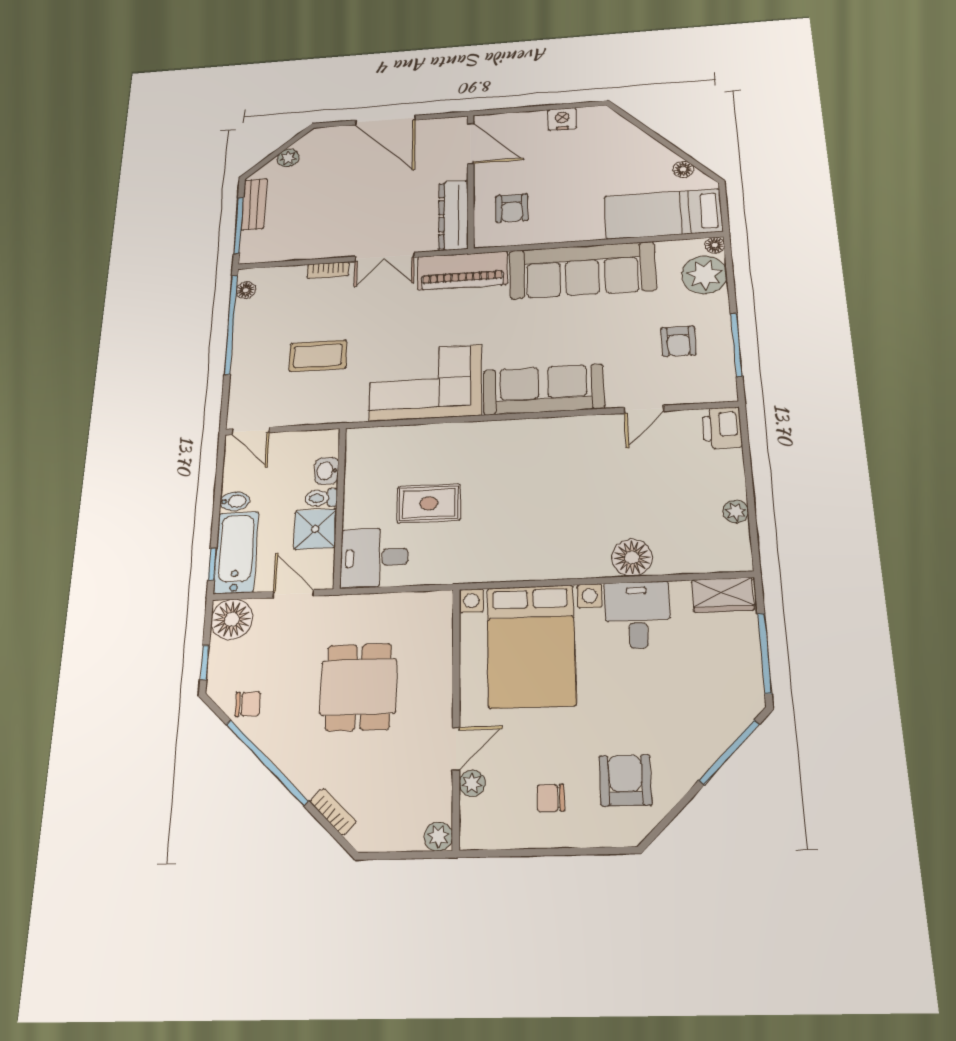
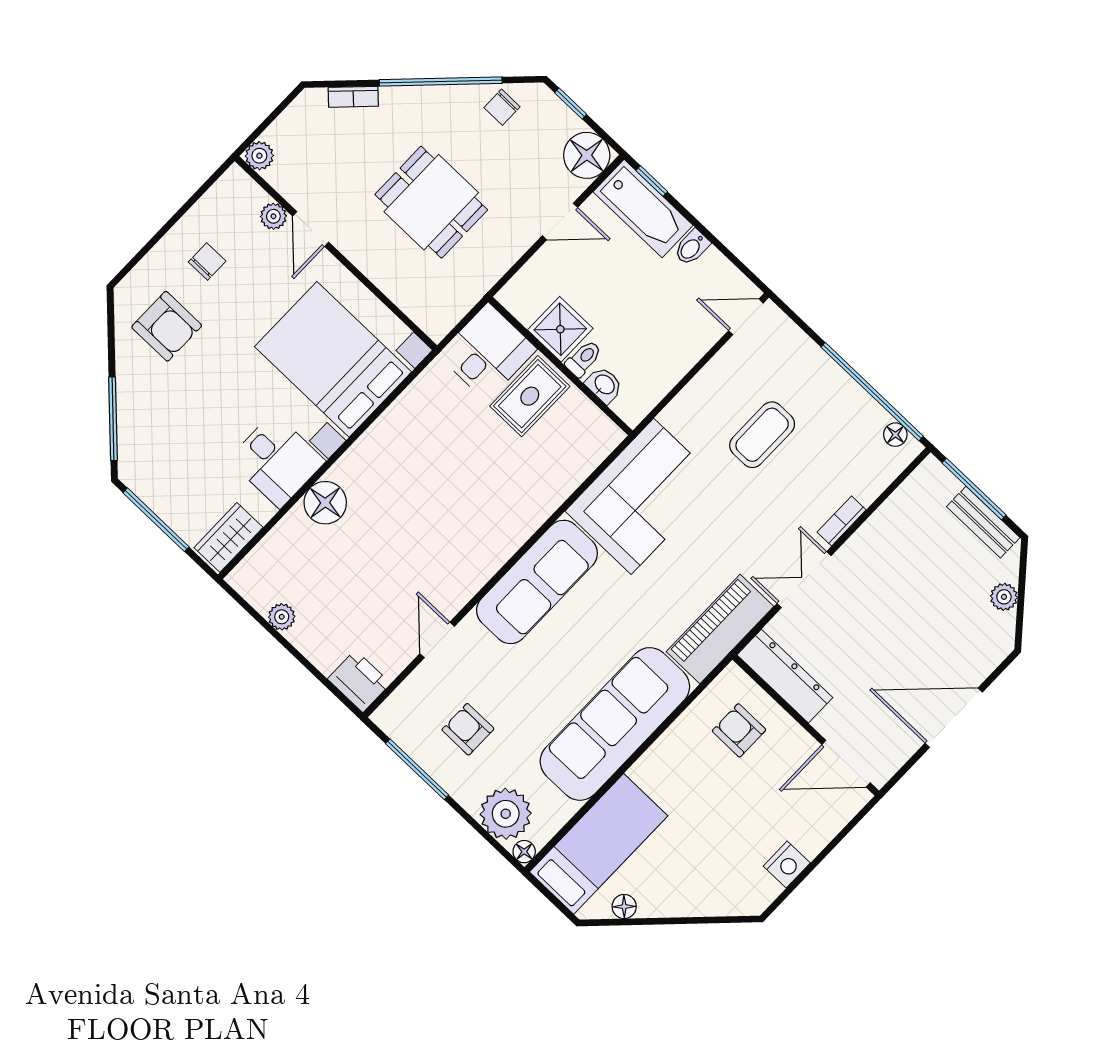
washbasin: (327, 471) -> (604, 385), moved
toilet: (321, 498) -> (584, 359), moved
wall: (340, 507) -> (560, 366), moved
shower: (315, 529) -> (560, 329), moved
desk: (374, 558) -> (487, 352), moved

